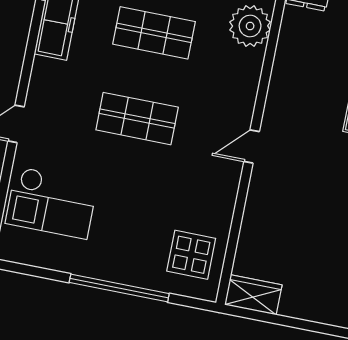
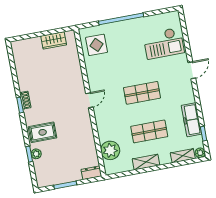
checkout: (52, 203) -> (164, 43), turned 180
wardrobe: (253, 295) -> (54, 40), moved

